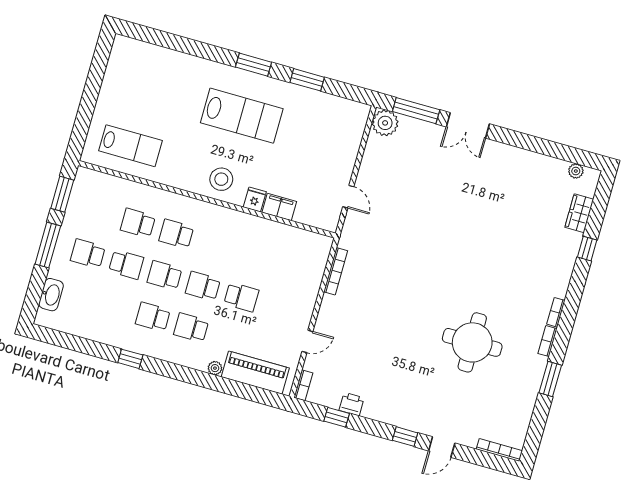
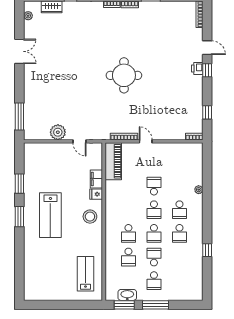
lab bench: (242, 116) -> (50, 215), turned 180
plant: (385, 123) -> (58, 132), moved
double door: (468, 125) -> (19, 51), moved
door: (348, 197) -> (79, 141), swing flipped
washbasin: (51, 295) -> (127, 295), moved
door: (307, 341) -> (146, 141), moved
round table: (472, 342) -> (124, 75), moved
window: (130, 359) -> (207, 250), moved
piano: (255, 373) -> (113, 161), moved, turned 180
printer: (352, 404) -> (197, 68), moved

